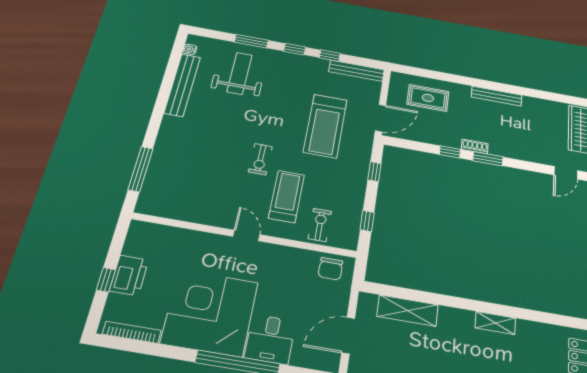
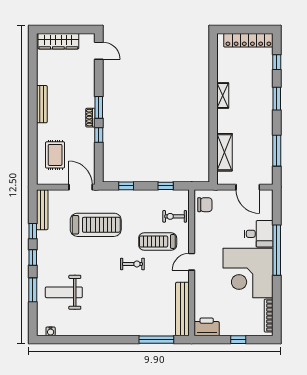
bench: (182, 85) -> (182, 309), moved, turned 90
printer: (129, 275) -> (207, 327), moved

